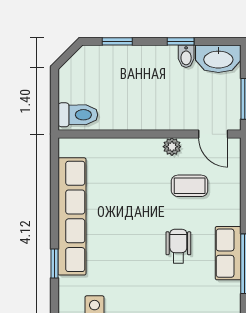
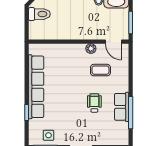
toilet: (78, 115) -> (39, 14), moved

